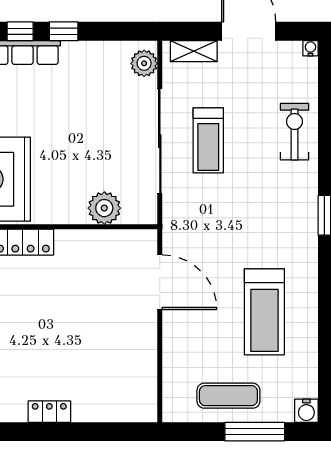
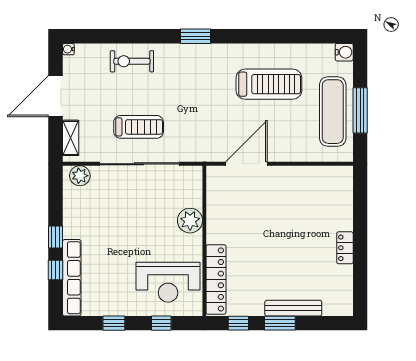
plant: (104, 208) -> (190, 221), moved
exercise mat: (228, 396) -> (333, 112), width x1.36, depth x1.45
window: (255, 432) -> (360, 110), moved

